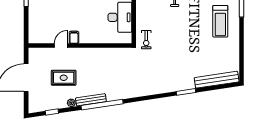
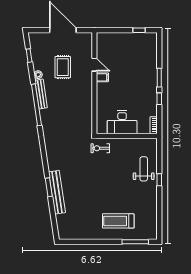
bench: (217, 80) -> (57, 192), moved

